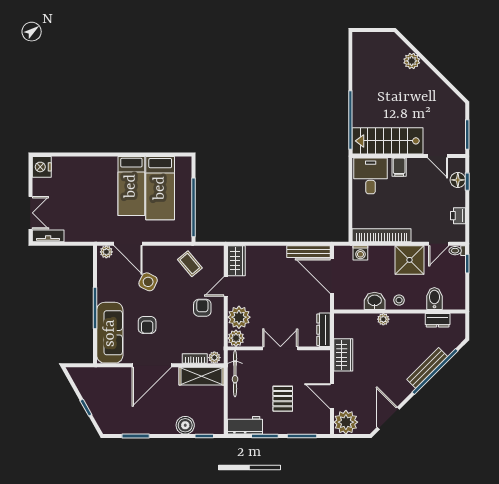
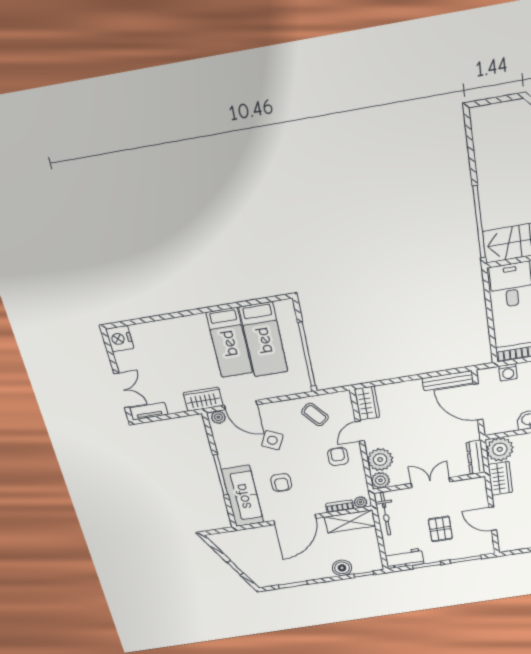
wardrobe: (97, 233) -> (203, 399), added
plant: (346, 422) -> (500, 449), moved

